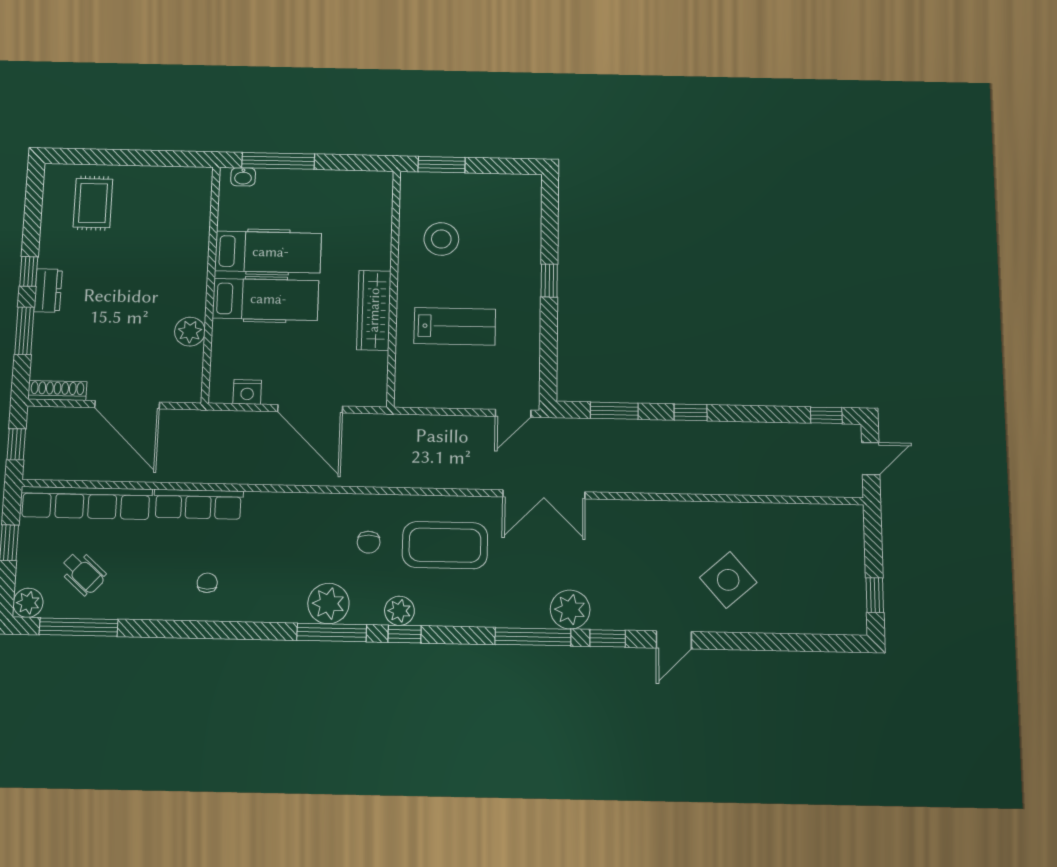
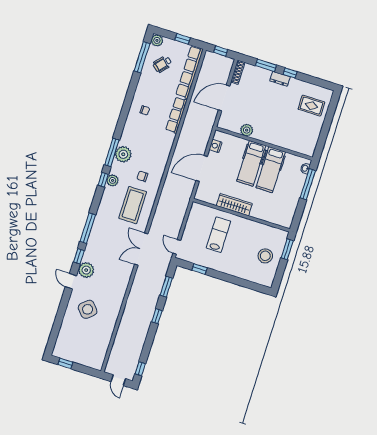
stool: (441, 239) -> (265, 256), moved
window: (549, 281) -> (199, 269), moved
lab bench: (455, 326) -> (218, 235), turned 180
plant: (570, 610) -> (86, 270), moved

